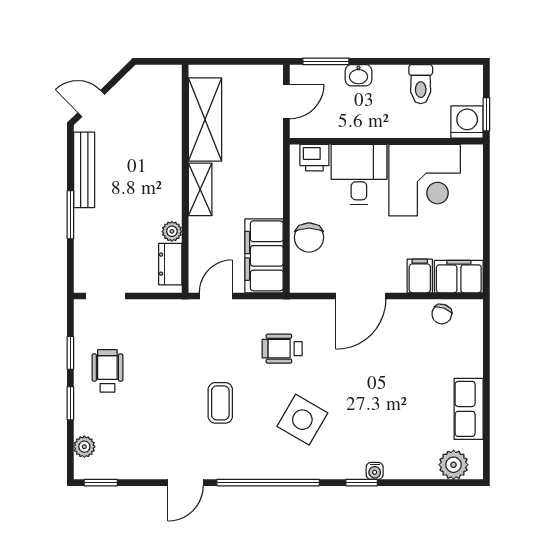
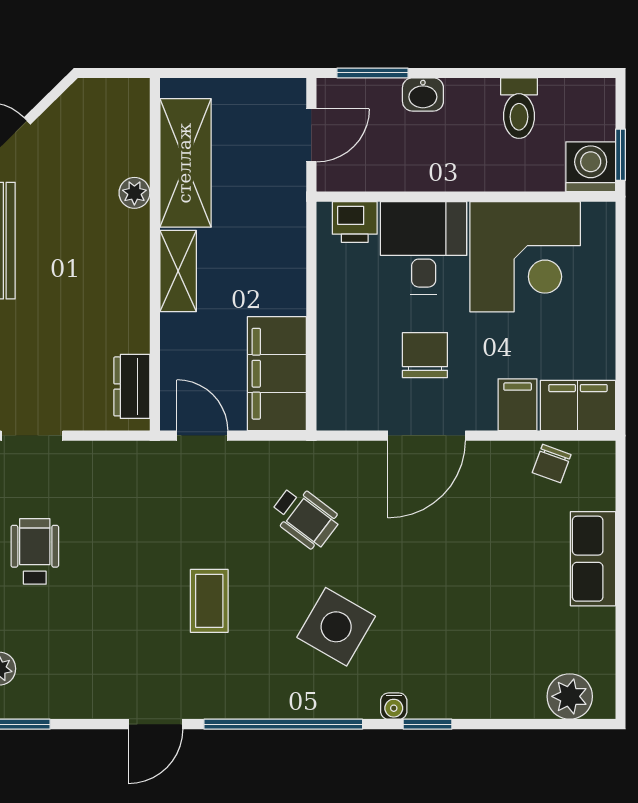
plant: (172, 231) -> (134, 193), moved
chair: (309, 238) -> (425, 355), moved, turned 180
door: (216, 296) -> (202, 436), hinge flipped
wheelchair: (282, 349) -> (305, 517), turned -143
row of seats: (469, 409) -> (593, 559), moved
water cooler: (375, 471) -> (394, 706), moved

